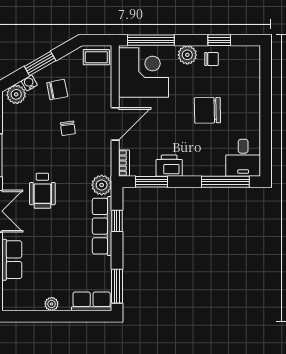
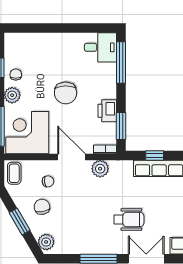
water cooler: (29, 83) -> (36, 231), removed
chair: (207, 110) -> (66, 93), moved
chair: (68, 128) -> (48, 181), moved
plant: (102, 185) -> (100, 169), moved

